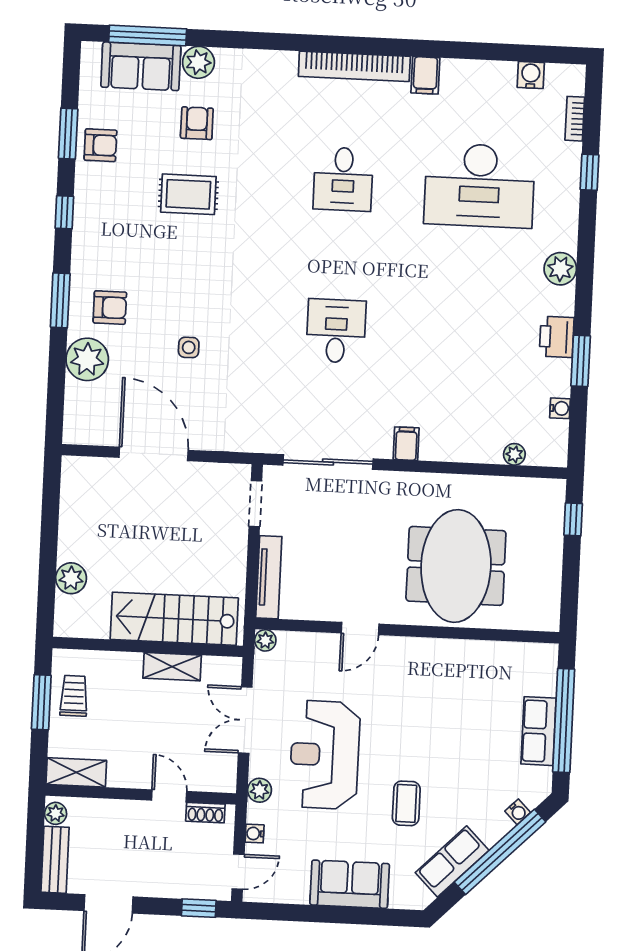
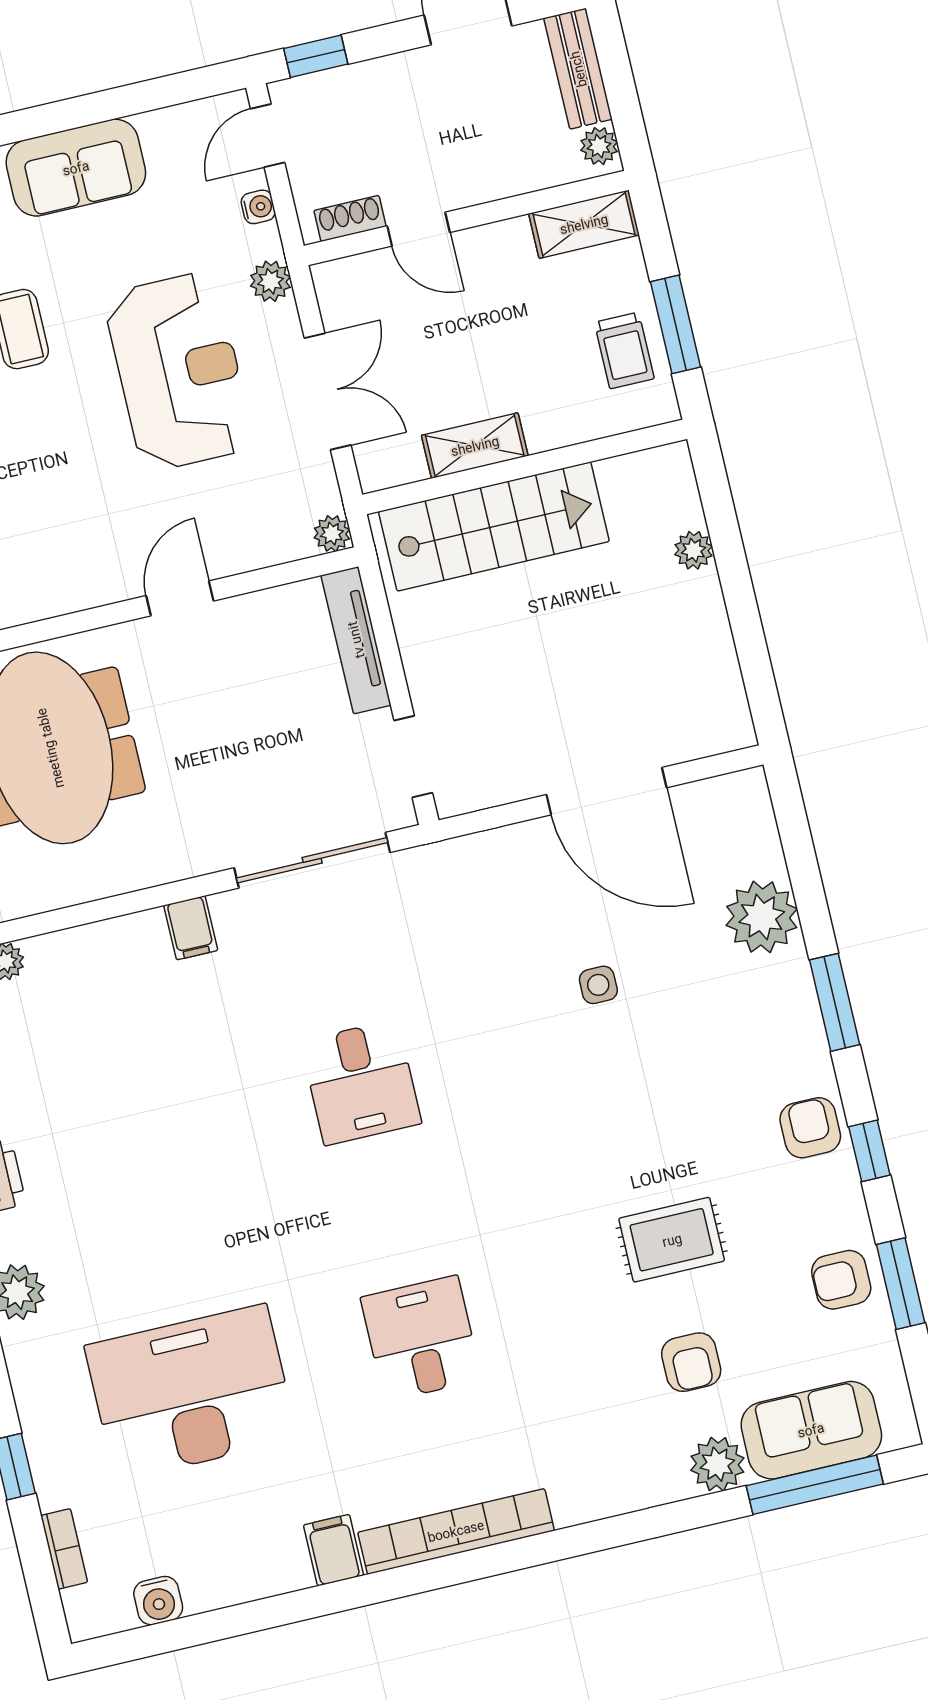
armchair: (110, 308) -> (810, 1128), moved, turned 90
plant: (71, 578) -> (694, 550), width x0.73, depth x0.73

